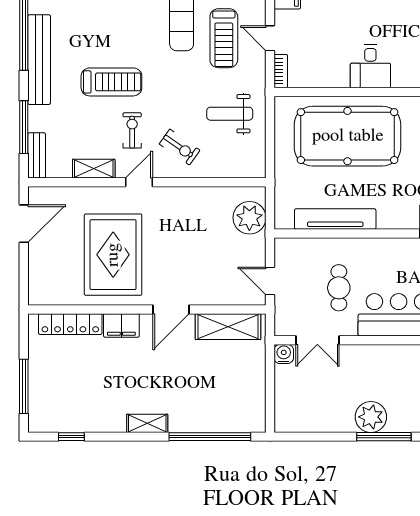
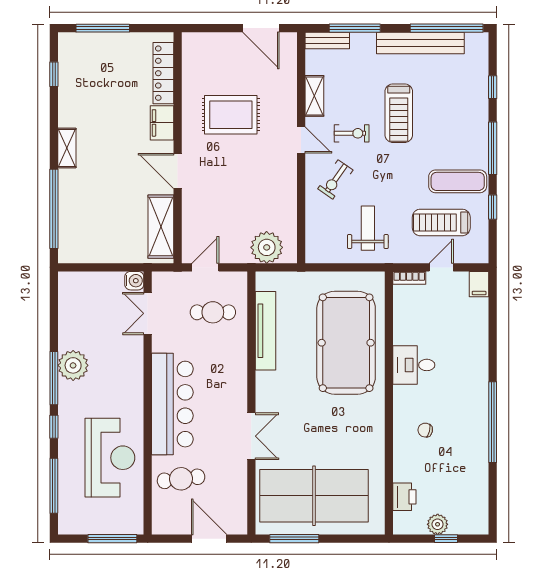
rug: (113, 255) -> (231, 115), width x0.73, depth x0.69
cafe table: (339, 288) -> (213, 312), moved

